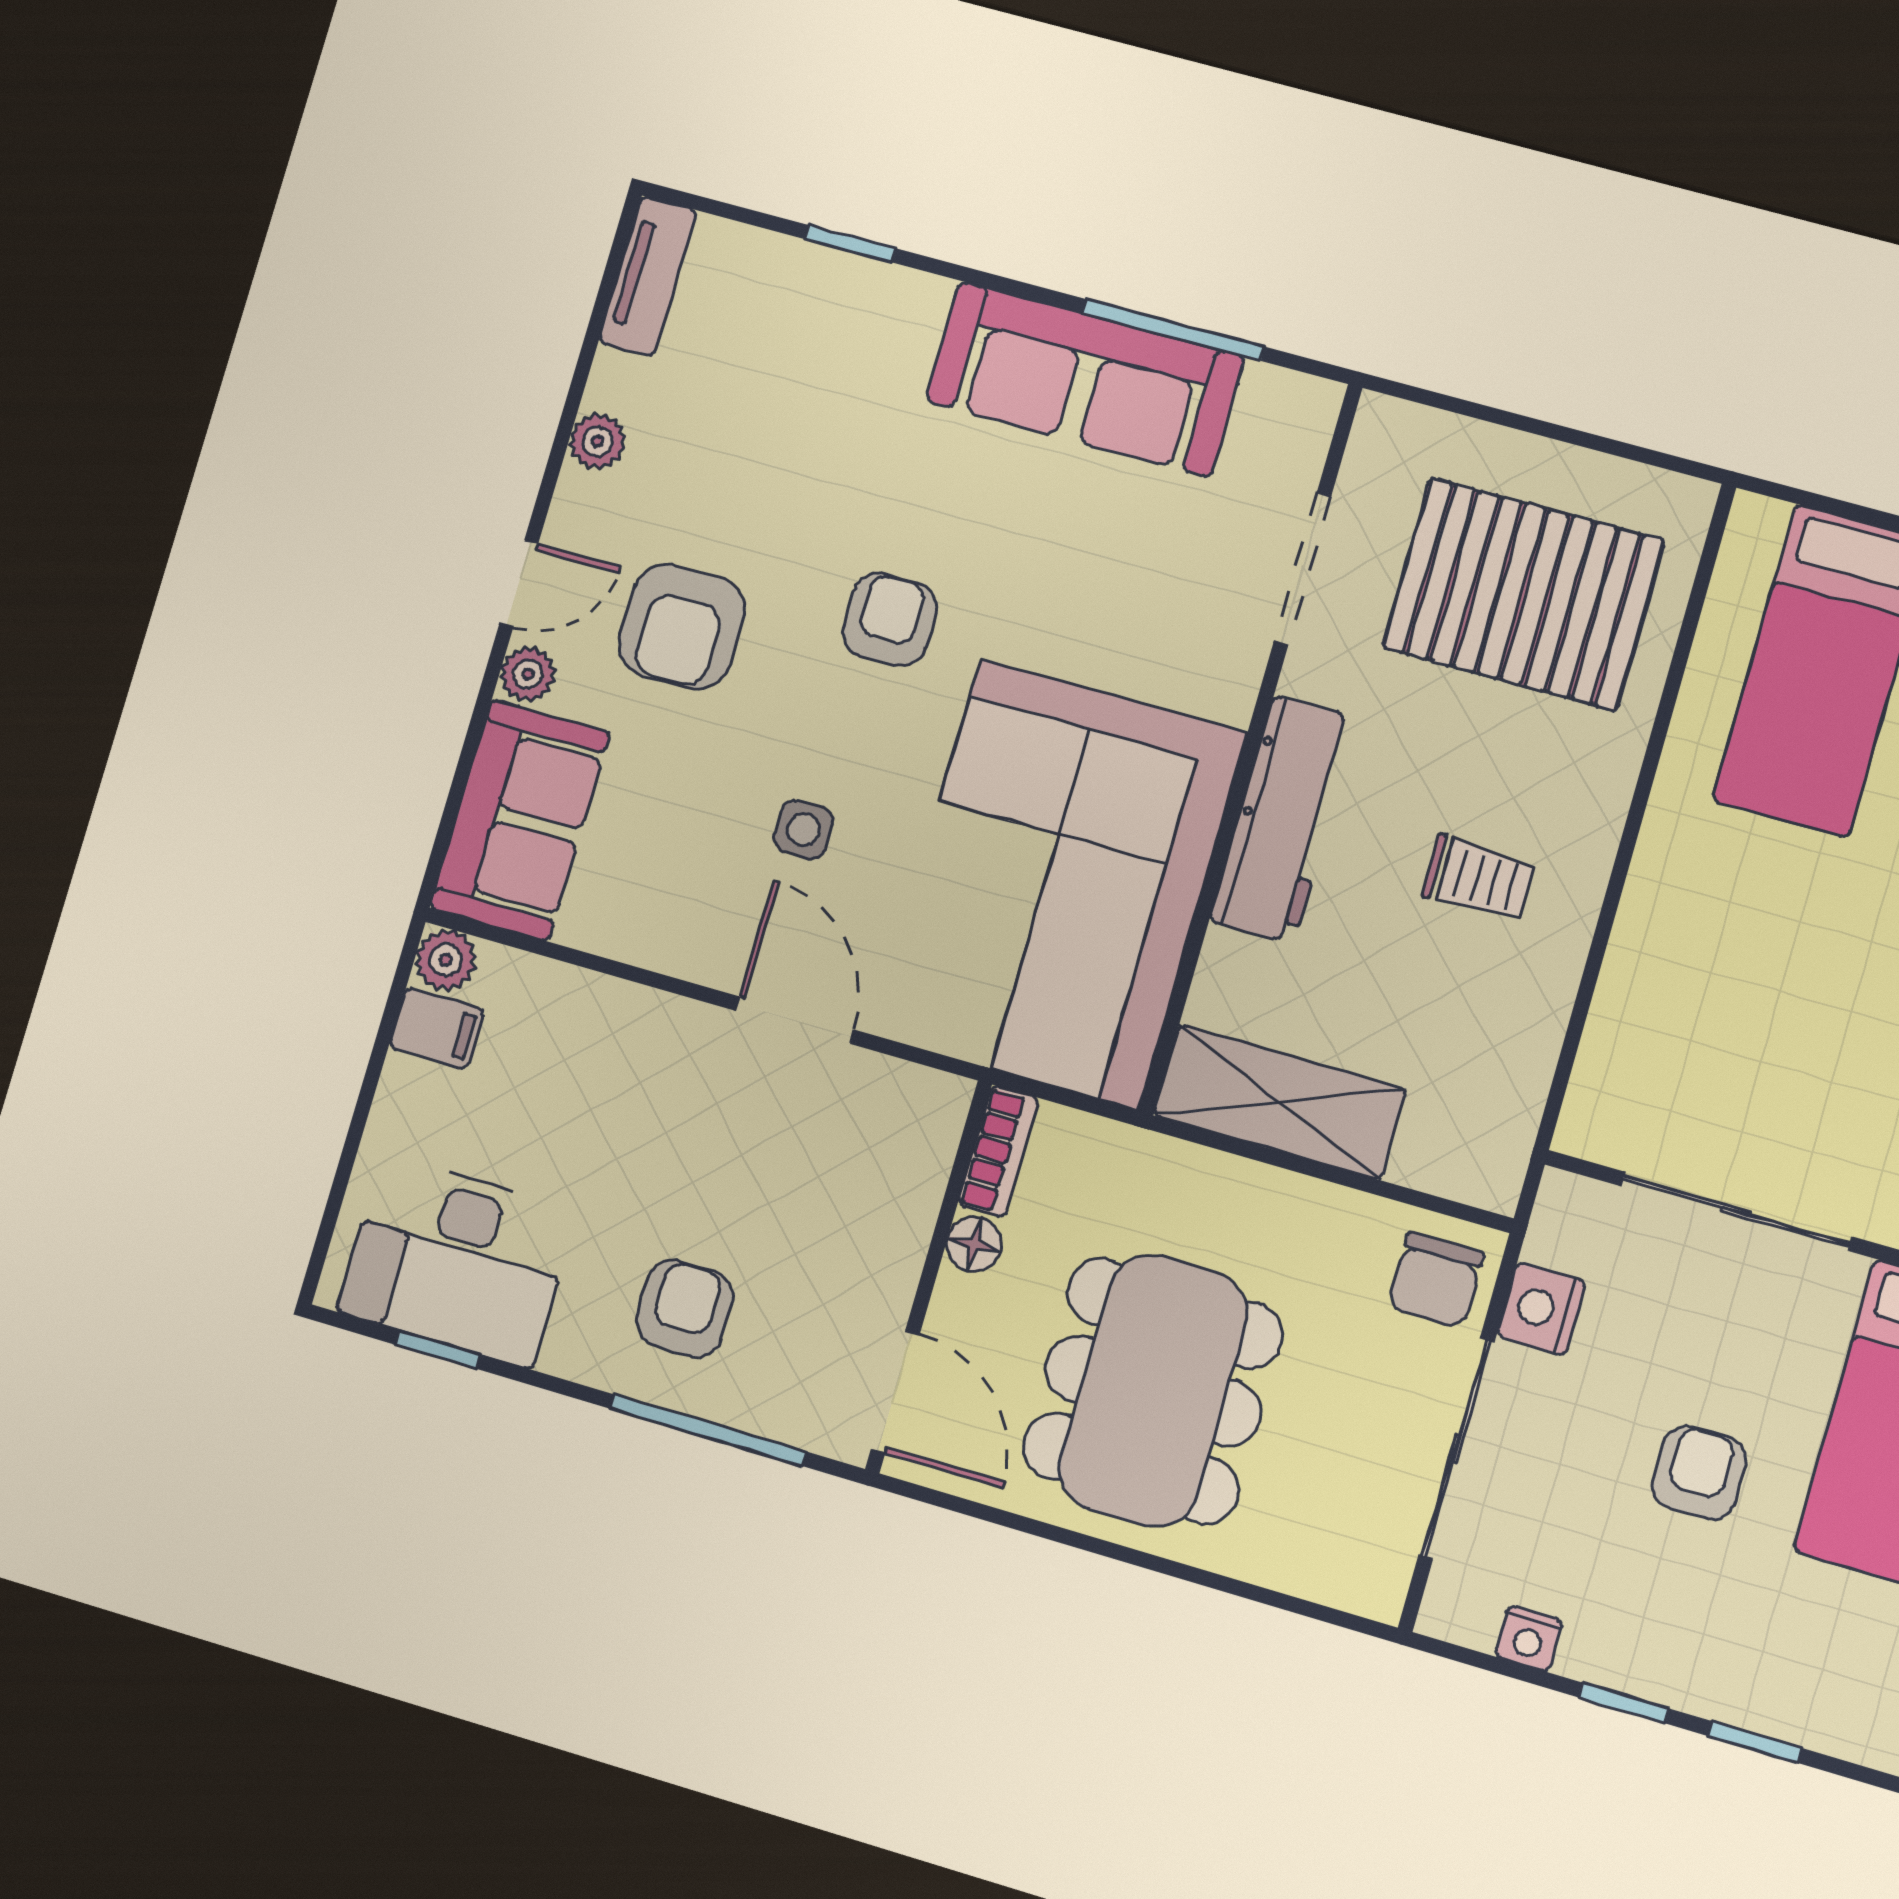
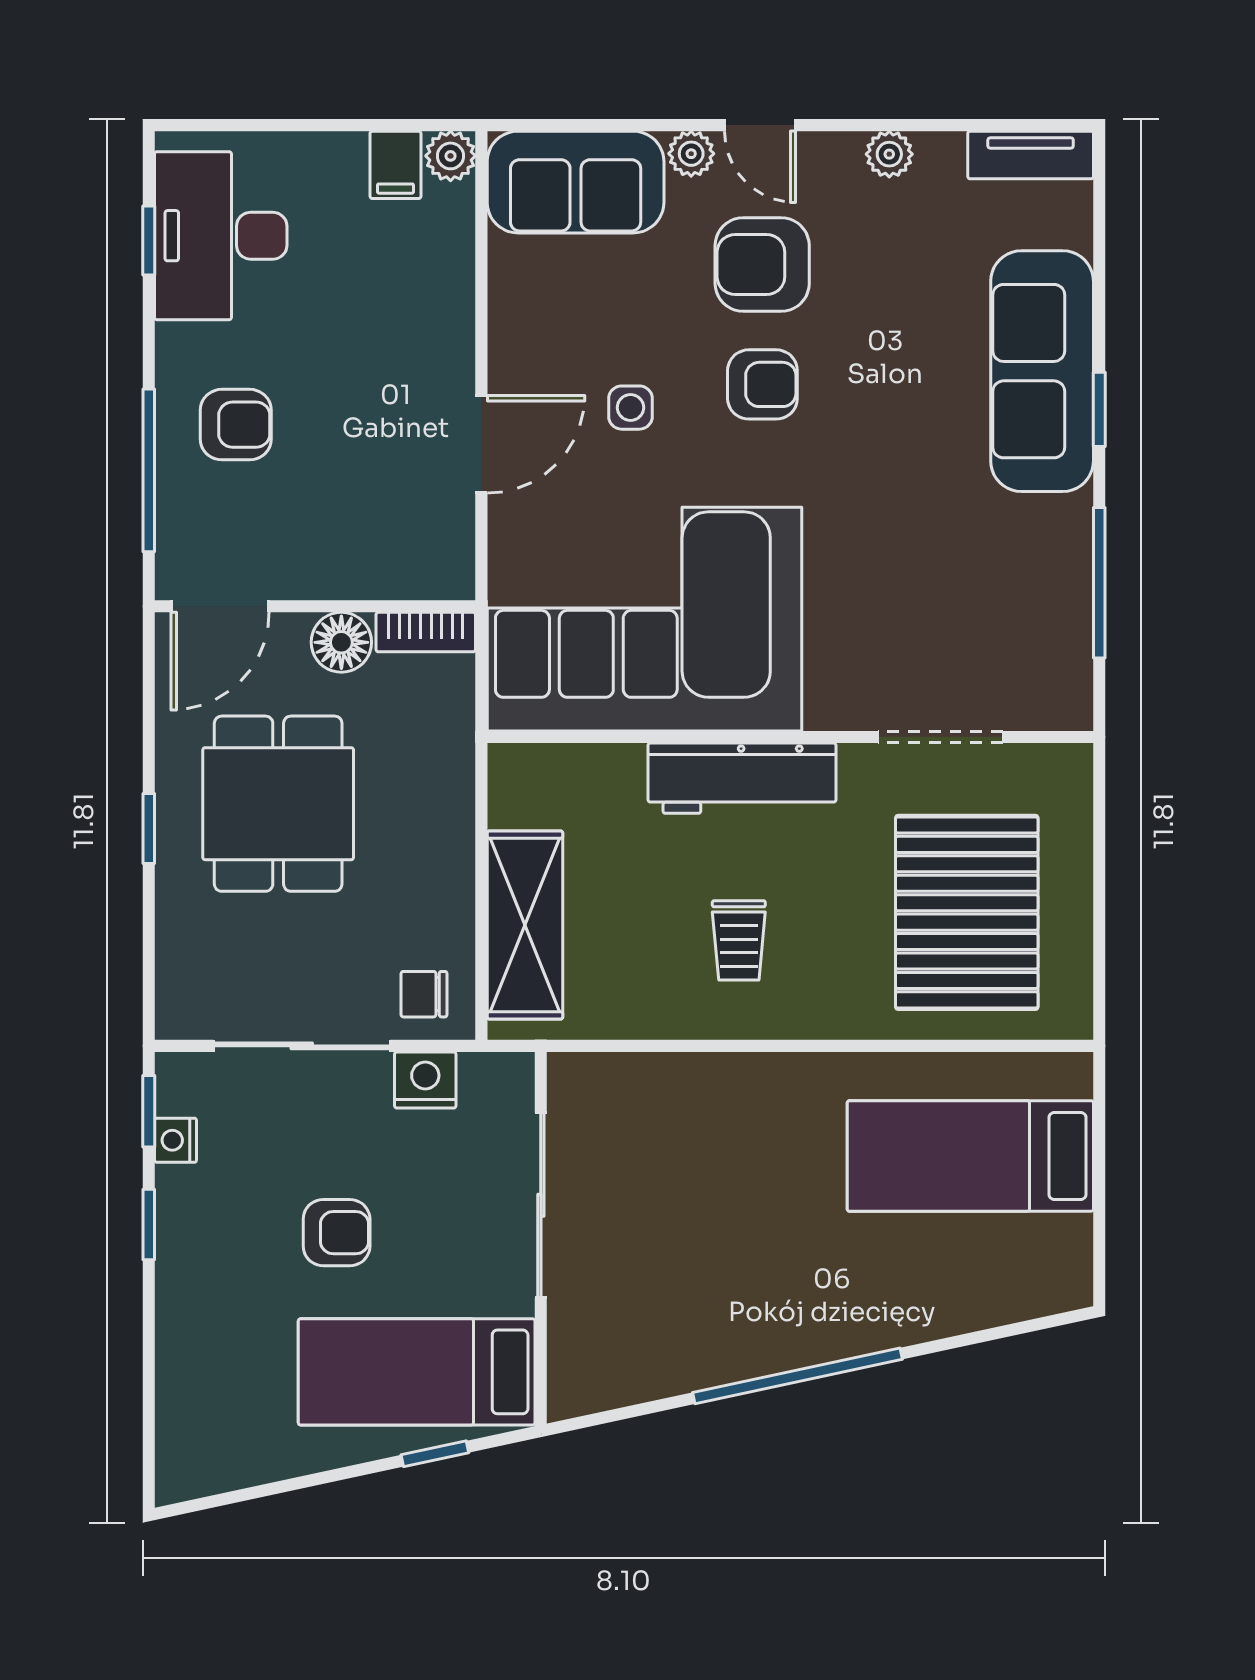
window: (850, 244) -> (1099, 409), moved
sofa: (1085, 379) -> (1042, 371), moved
armchair: (889, 620) -> (762, 384), moved
shelving: (1280, 1102) -> (525, 925), moved
floor lamp: (974, 1244) -> (341, 642), width x1.37, depth x1.37
chair: (1436, 1280) -> (424, 994), width x0.73, depth x0.73
dining table: (1153, 1391) -> (278, 804), width x0.73
window: (1138, 1558) -> (149, 829), added
window: (1755, 1742) -> (149, 1111), moved

